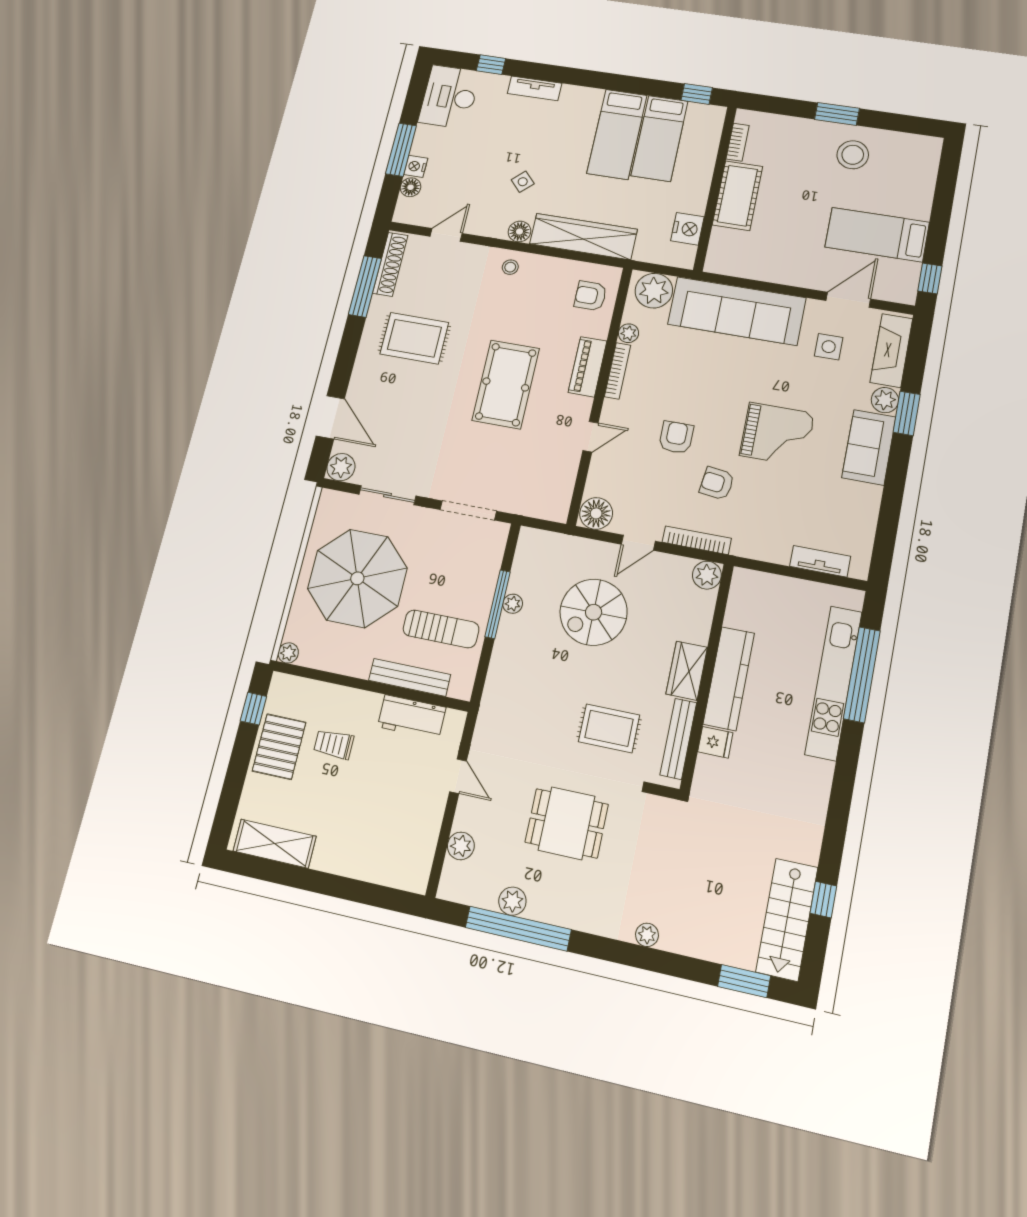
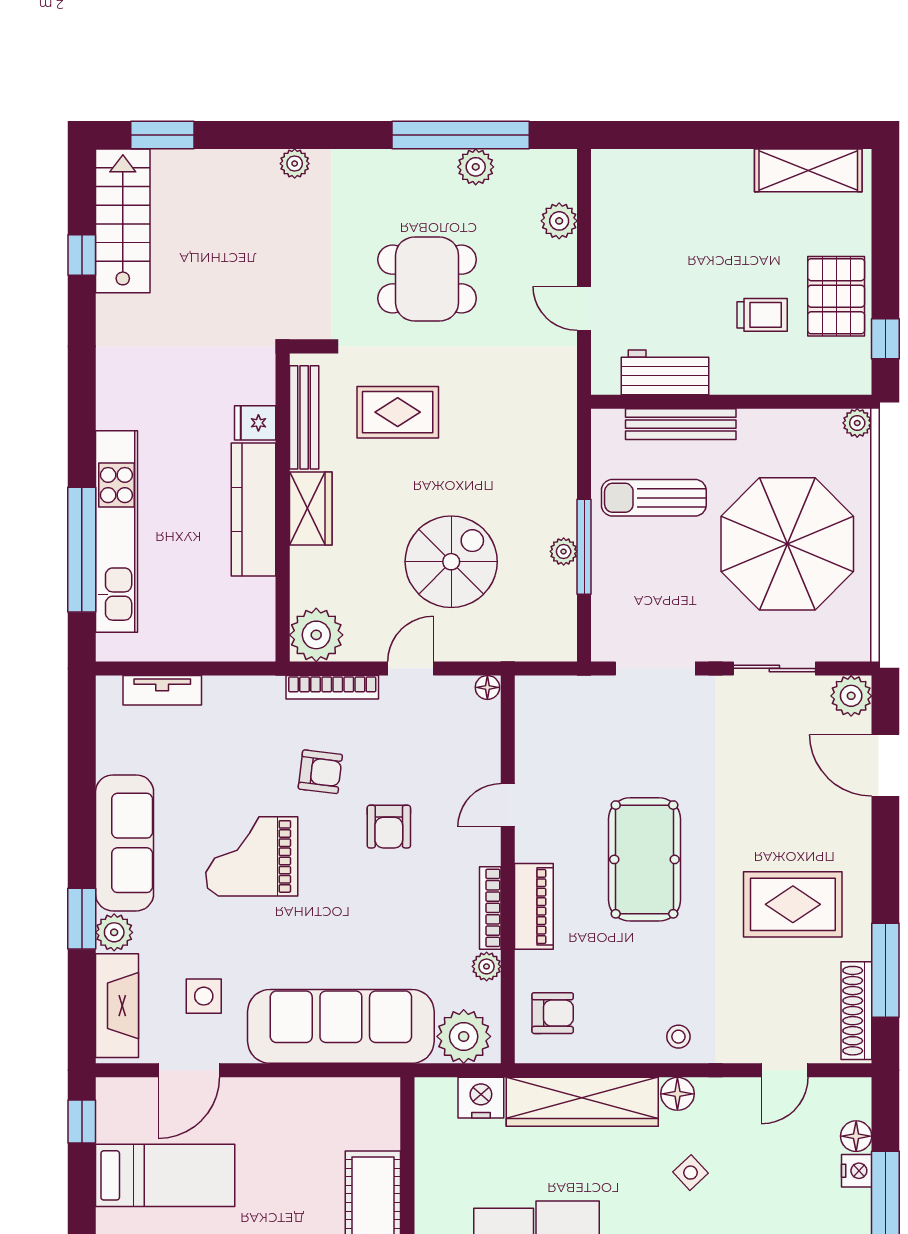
nightstand: (687, 229) -> (481, 1098), moved, turned 90
sofa: (869, 447) -> (125, 843), width x1.36
floor lamp: (596, 513) -> (487, 687), width x0.53, depth x0.53
plant: (707, 575) -> (316, 635), width x1.36, depth x1.36

